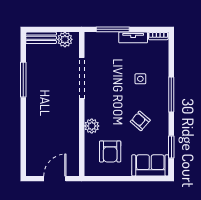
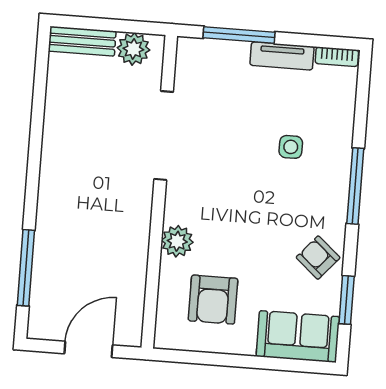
window: (23, 80) -> (26, 268), moved
armchair: (140, 121) -> (318, 258), moved

